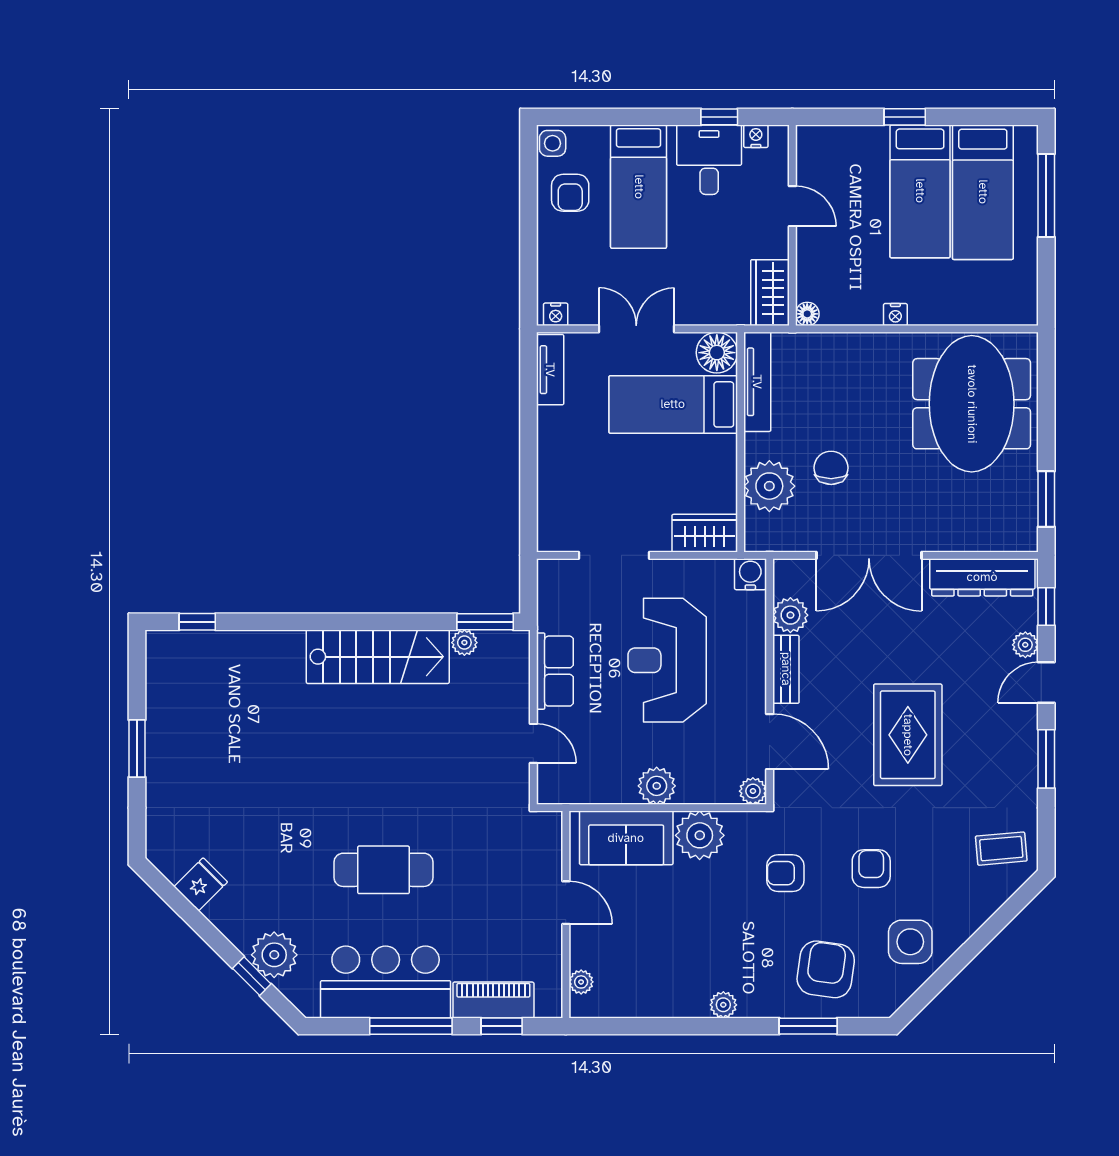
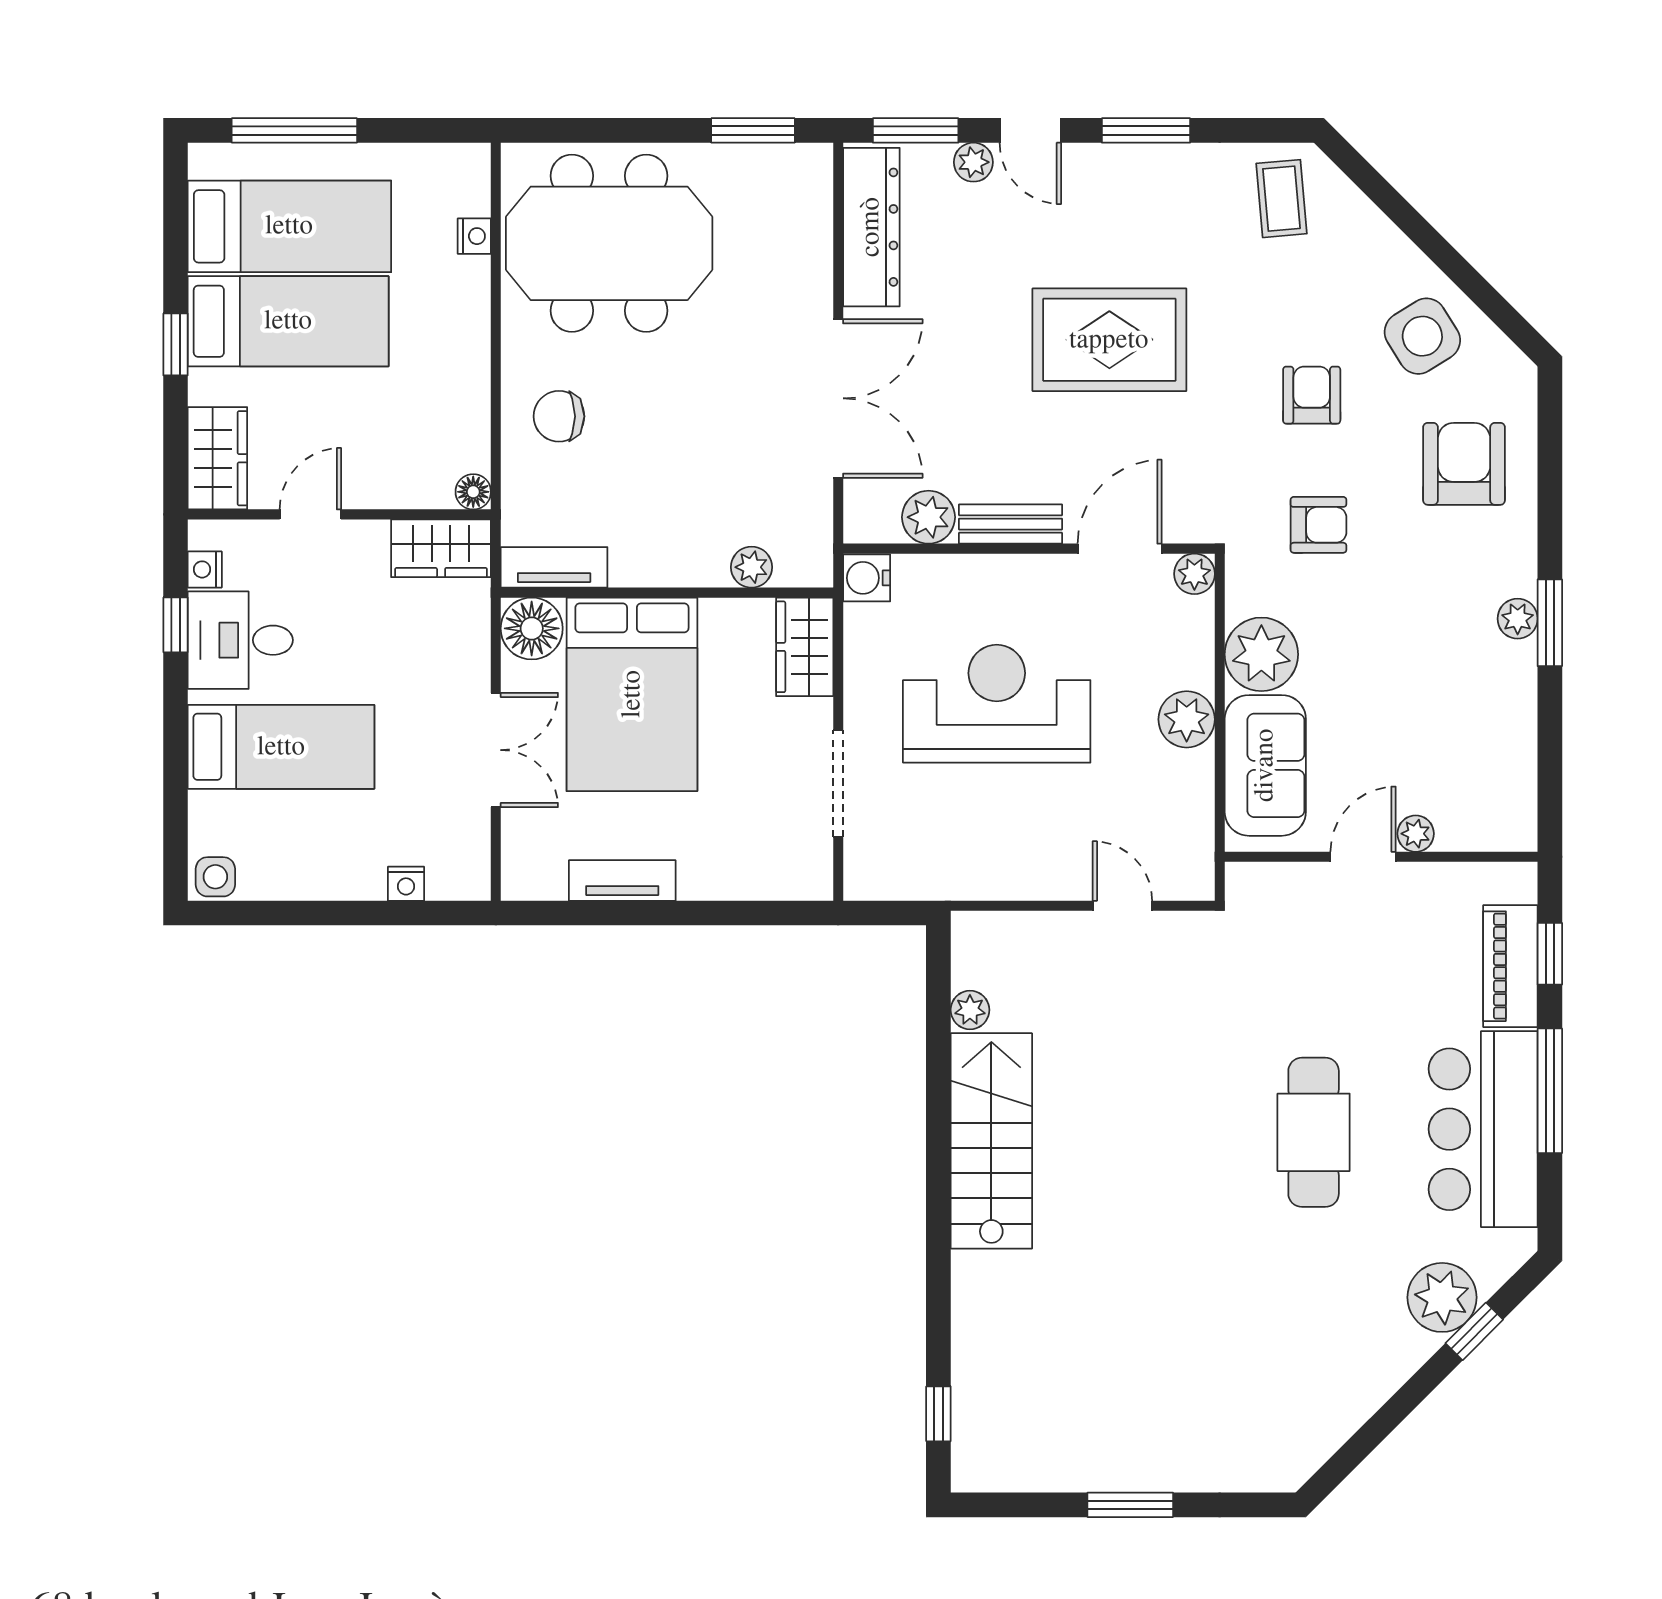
wardrobe: (829, 145) -> (217, 458), added
armchair: (570, 193) -> (290, 850), removed
nightstand: (556, 314) -> (406, 884), moved, turned 90
nightstand: (895, 315) -> (474, 236), moved
double door: (636, 329) -> (496, 750), swing flipped
tv unit: (550, 370) -> (622, 880), moved
tv unit: (757, 382) -> (554, 567), width x0.71
bed: (673, 404) -> (632, 694), width x1.50
chair: (831, 468) -> (559, 416), moved
plant: (769, 486) -> (752, 567), width x0.53, depth x0.53
window: (1046, 607) -> (916, 130), width x1.50
window: (485, 622) -> (938, 979), removed
reception desk: (667, 660) -> (997, 704), turned 180
row of seats: (555, 671) -> (1013, 873), removed
door: (533, 743) -> (1122, 906), hinge flipped
armchair: (871, 869) -> (1312, 395), turned 90
armchair: (785, 873) -> (1318, 525), turned -90
fridge: (201, 884) -> (1335, 1409), removed
side table: (910, 942) -> (1422, 336), turned -32
armchair: (826, 969) -> (1464, 464), turned 82
plant: (581, 982) -> (1416, 834), moved
window: (808, 1026) -> (1550, 623), moved

